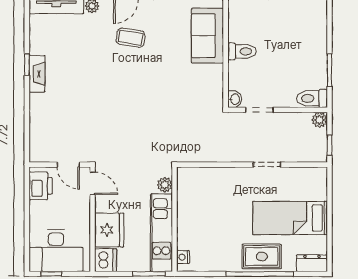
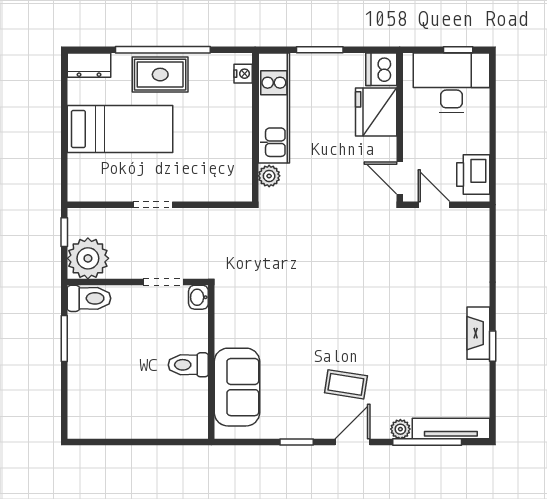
plant: (320, 120) -> (88, 258), width x1.87, depth x1.87
plant: (165, 185) -> (269, 176), moved
wall: (175, 219) -> (255, 127), moved
kitchen unit: (161, 233) -> (274, 108), moved
nightstand: (183, 257) -> (243, 74), moved

